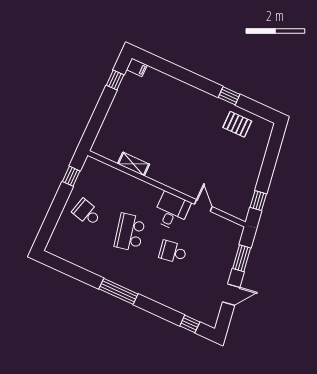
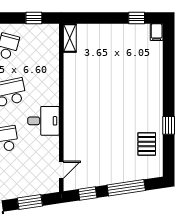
window: (269, 162) -> (126, 188), added
shelving: (134, 164) -> (70, 38), moved
door: (203, 206) -> (61, 170), moved

